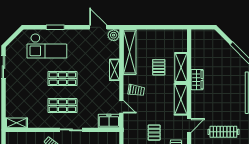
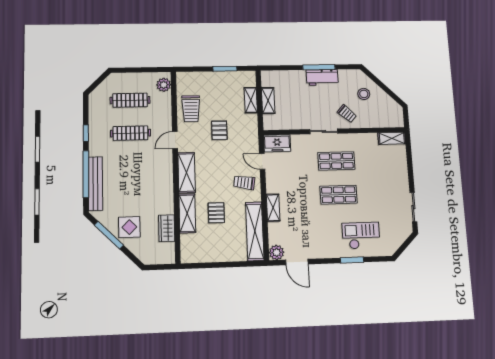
checkout: (47, 46) -> (361, 236), width x0.73, depth x0.83
display table: (225, 58) -> (129, 227), added
wardrobe: (197, 80) -> (167, 228), moved

